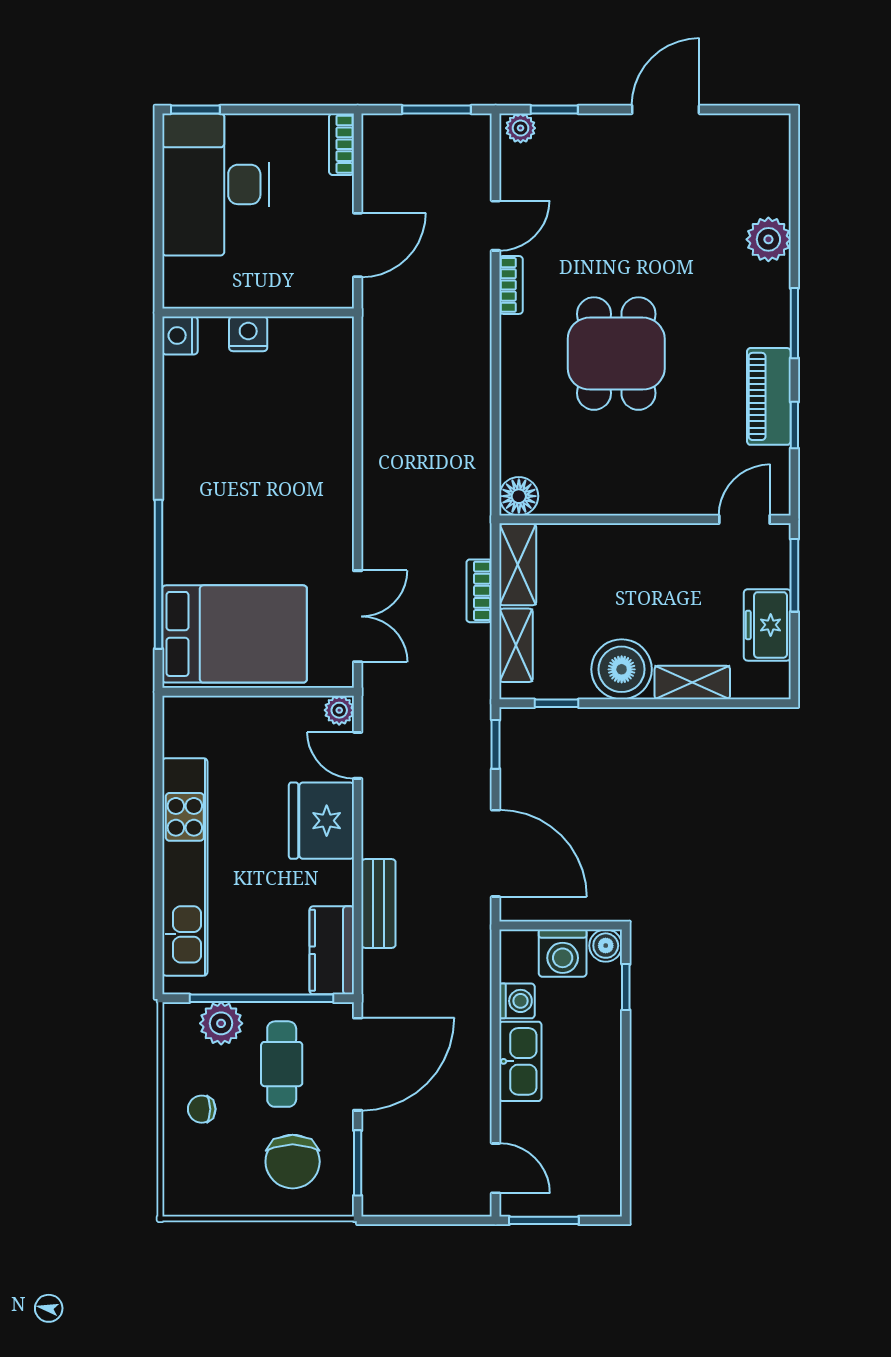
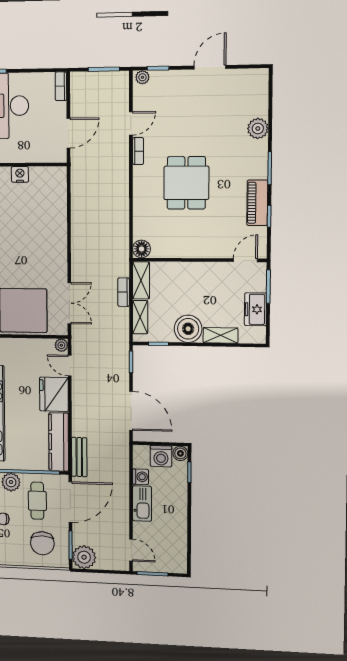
bench: (378, 903) -> (79, 457), moved
kitchen counter: (332, 950) -> (59, 442), width x1.50
plant: (389, 1190) -> (84, 557), added

